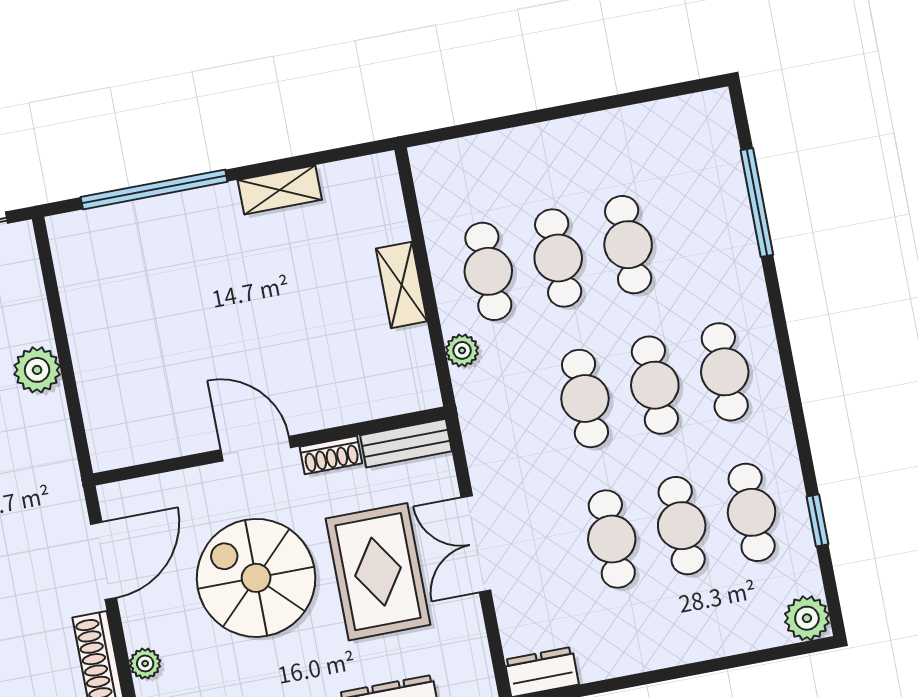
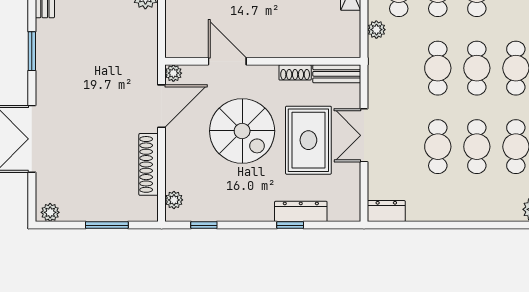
door: (256, 449) -> (227, 61), moved
spiral stairs: (256, 578) -> (242, 131), turned 180
plant: (145, 664) -> (173, 73), moved

